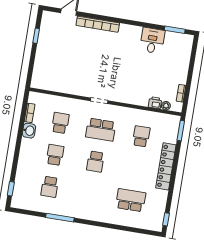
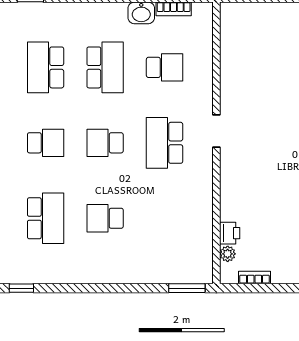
school desk: (141, 136) -> (105, 218), moved, turned 180
school desk: (55, 155) -> (105, 67), width x1.85
locker: (166, 166) -> (117, 272), removed
school desk: (50, 187) -> (46, 67), width x1.85
school desk: (90, 193) -> (46, 143), added

